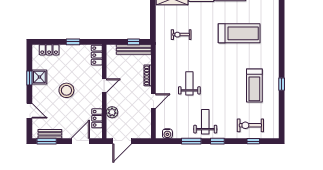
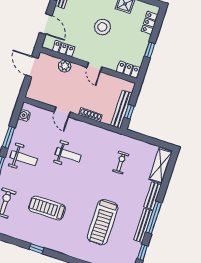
treadmill: (254, 86) -> (47, 208), moved

